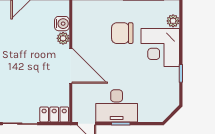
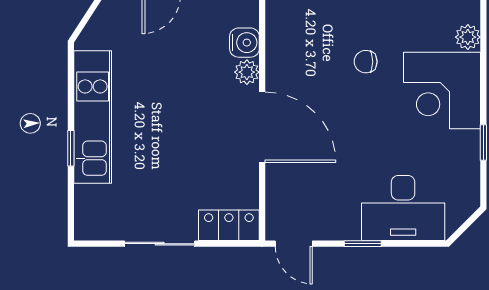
chair: (122, 33) -> (366, 62), width x0.54, depth x0.54
desk: (117, 106) -> (403, 208), moved

